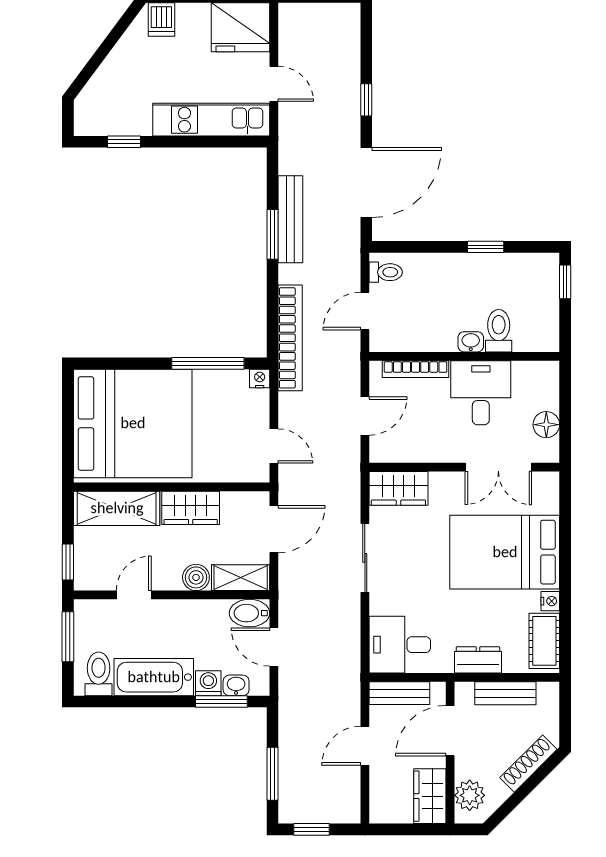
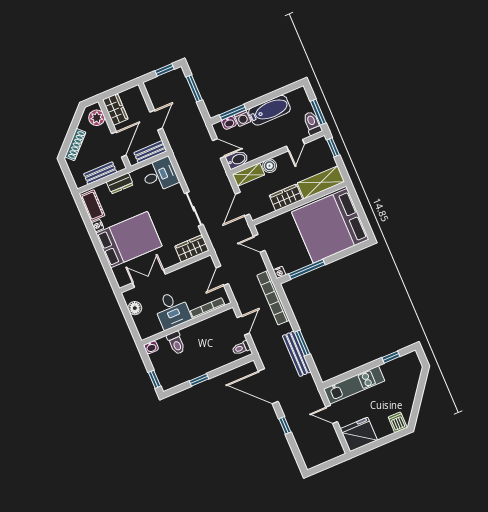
door: (366, 183) -> (268, 386), hinge flipped
washbasin: (471, 342) -> (151, 347), moved
toilet: (99, 674) -> (312, 123), moved, turned 180

